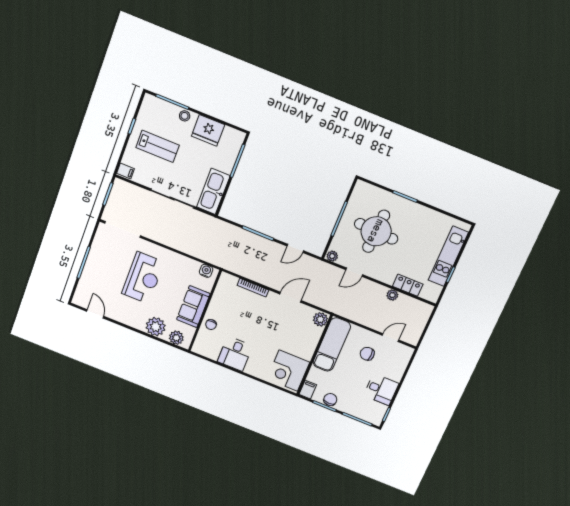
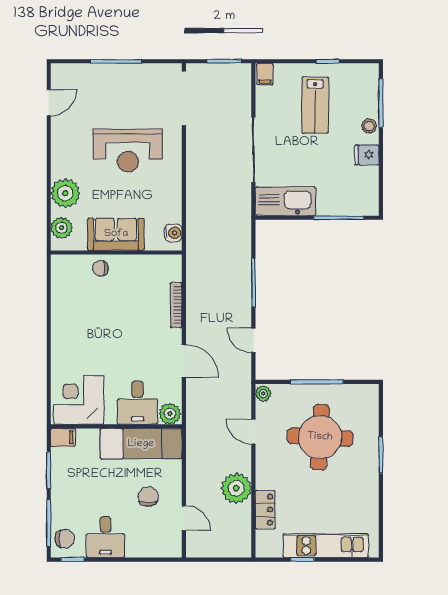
fridge: (208, 130) -> (367, 155), width x0.53, depth x0.75
plant: (392, 295) -> (236, 488), width x1.87, depth x1.87
desk: (235, 354) -> (138, 403), moved, turned -90
chair: (330, 399) -> (65, 539), moved

